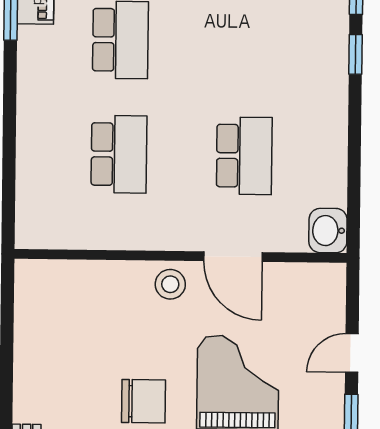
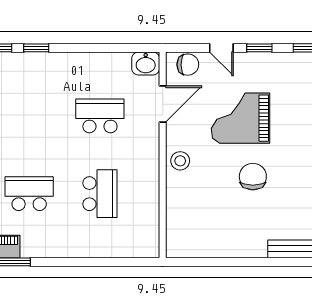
school desk: (119, 154) -> (100, 194), turned 90
door: (233, 257) -> (163, 104), moved
chair: (325, 298) -> (188, 65), added

